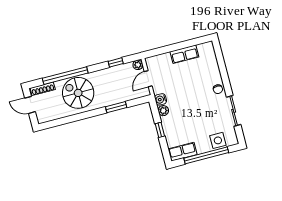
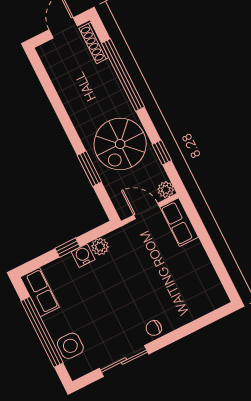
row of seats: (184, 54) -> (179, 222), moved
spiral stairs: (78, 93) -> (120, 144), moved, turned 180
water cooler: (161, 99) -> (83, 256), moved

